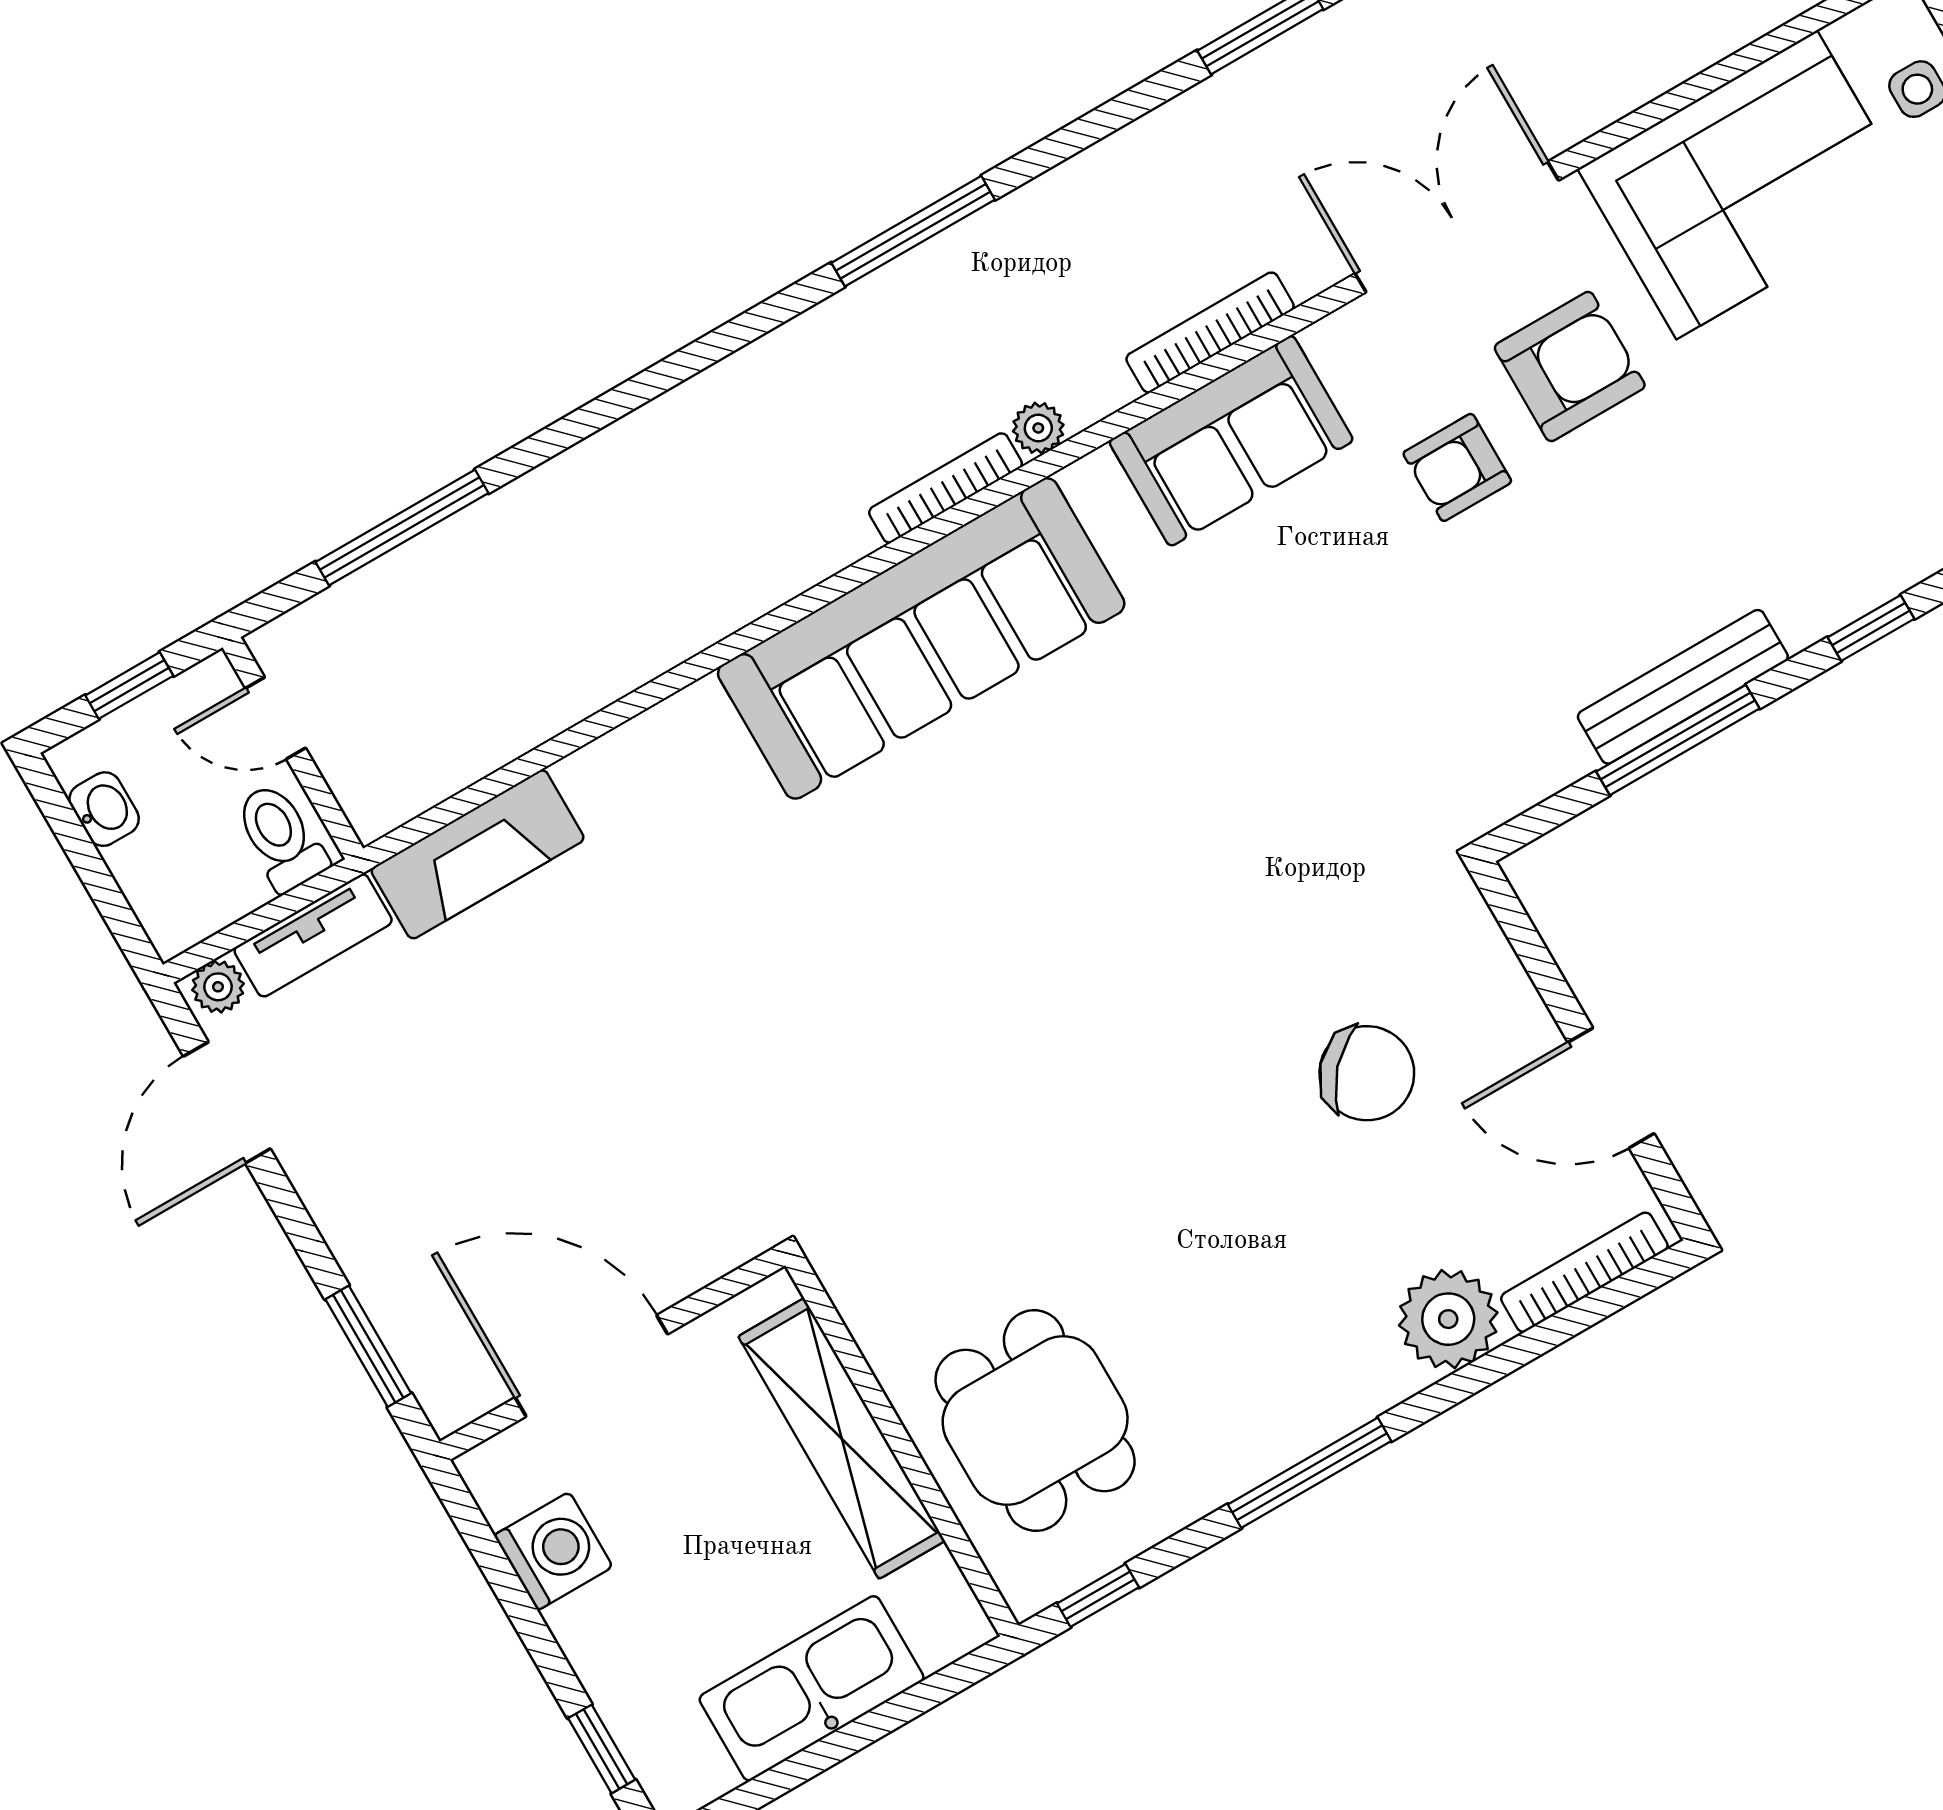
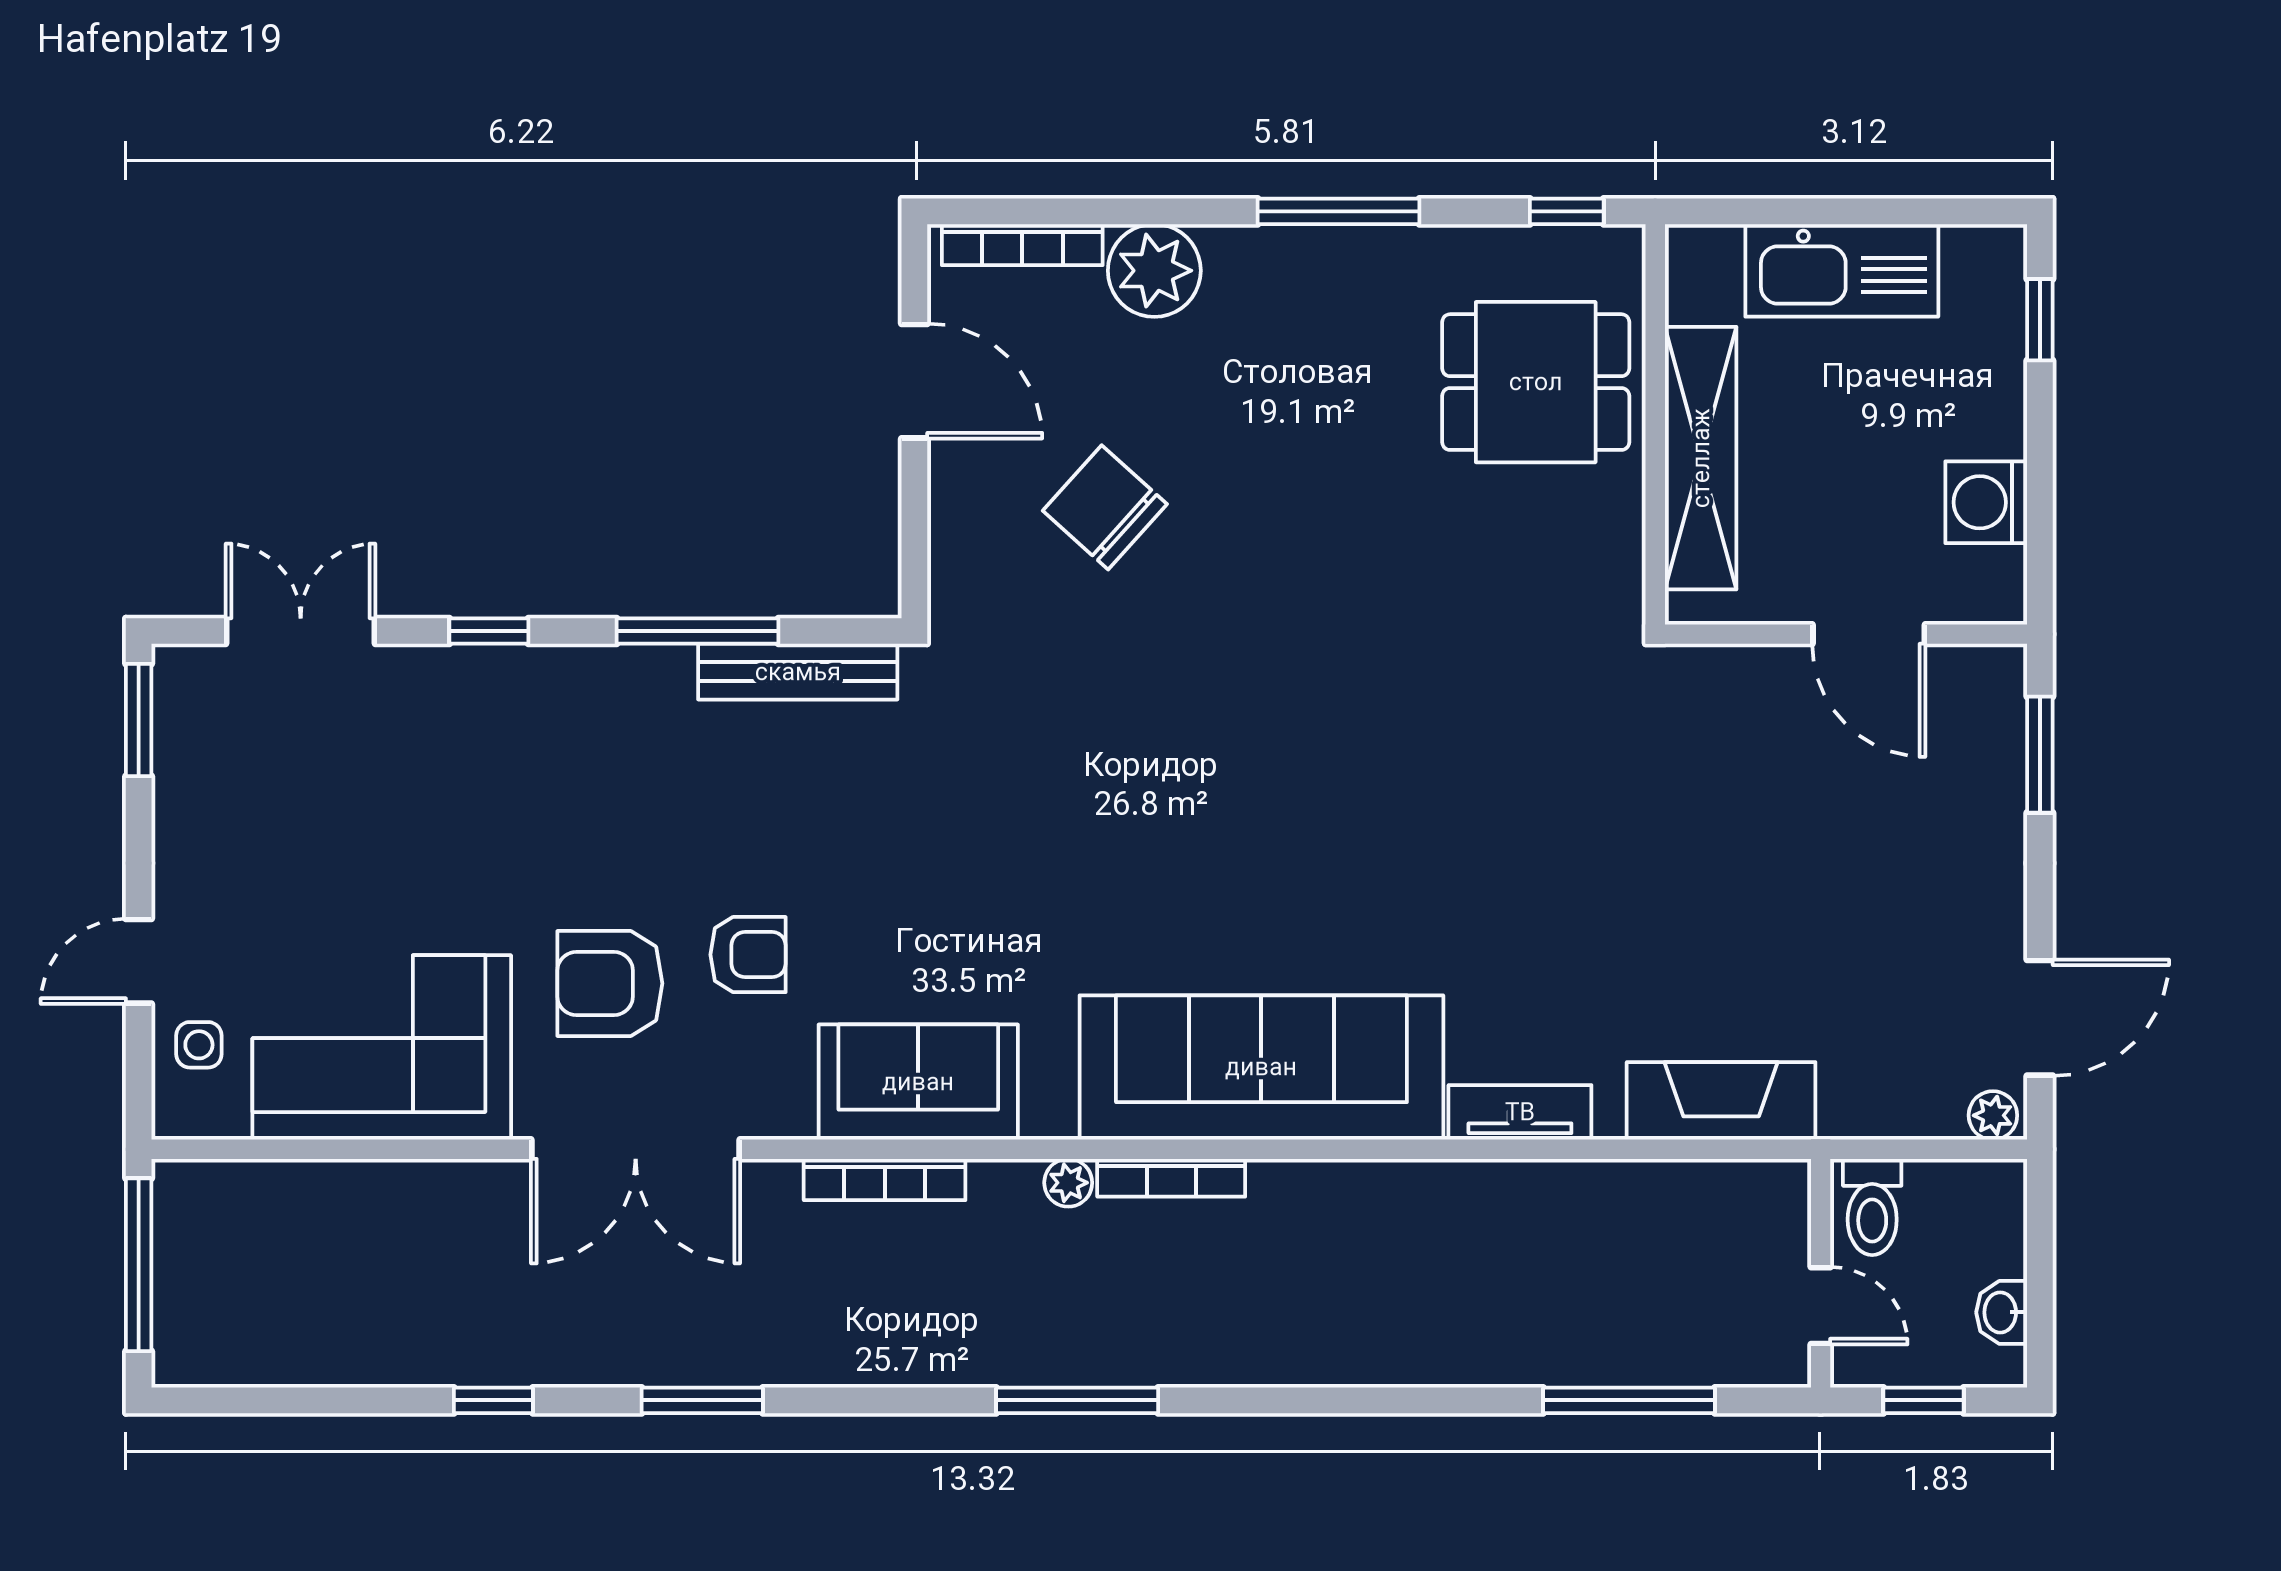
bench: (1683, 687) -> (798, 672), moved
tv unit: (313, 935) -> (1520, 1112), moved
door: (591, 1366) -> (1869, 634), width x0.73
dining table: (1035, 1420) -> (1536, 382), turned 90

